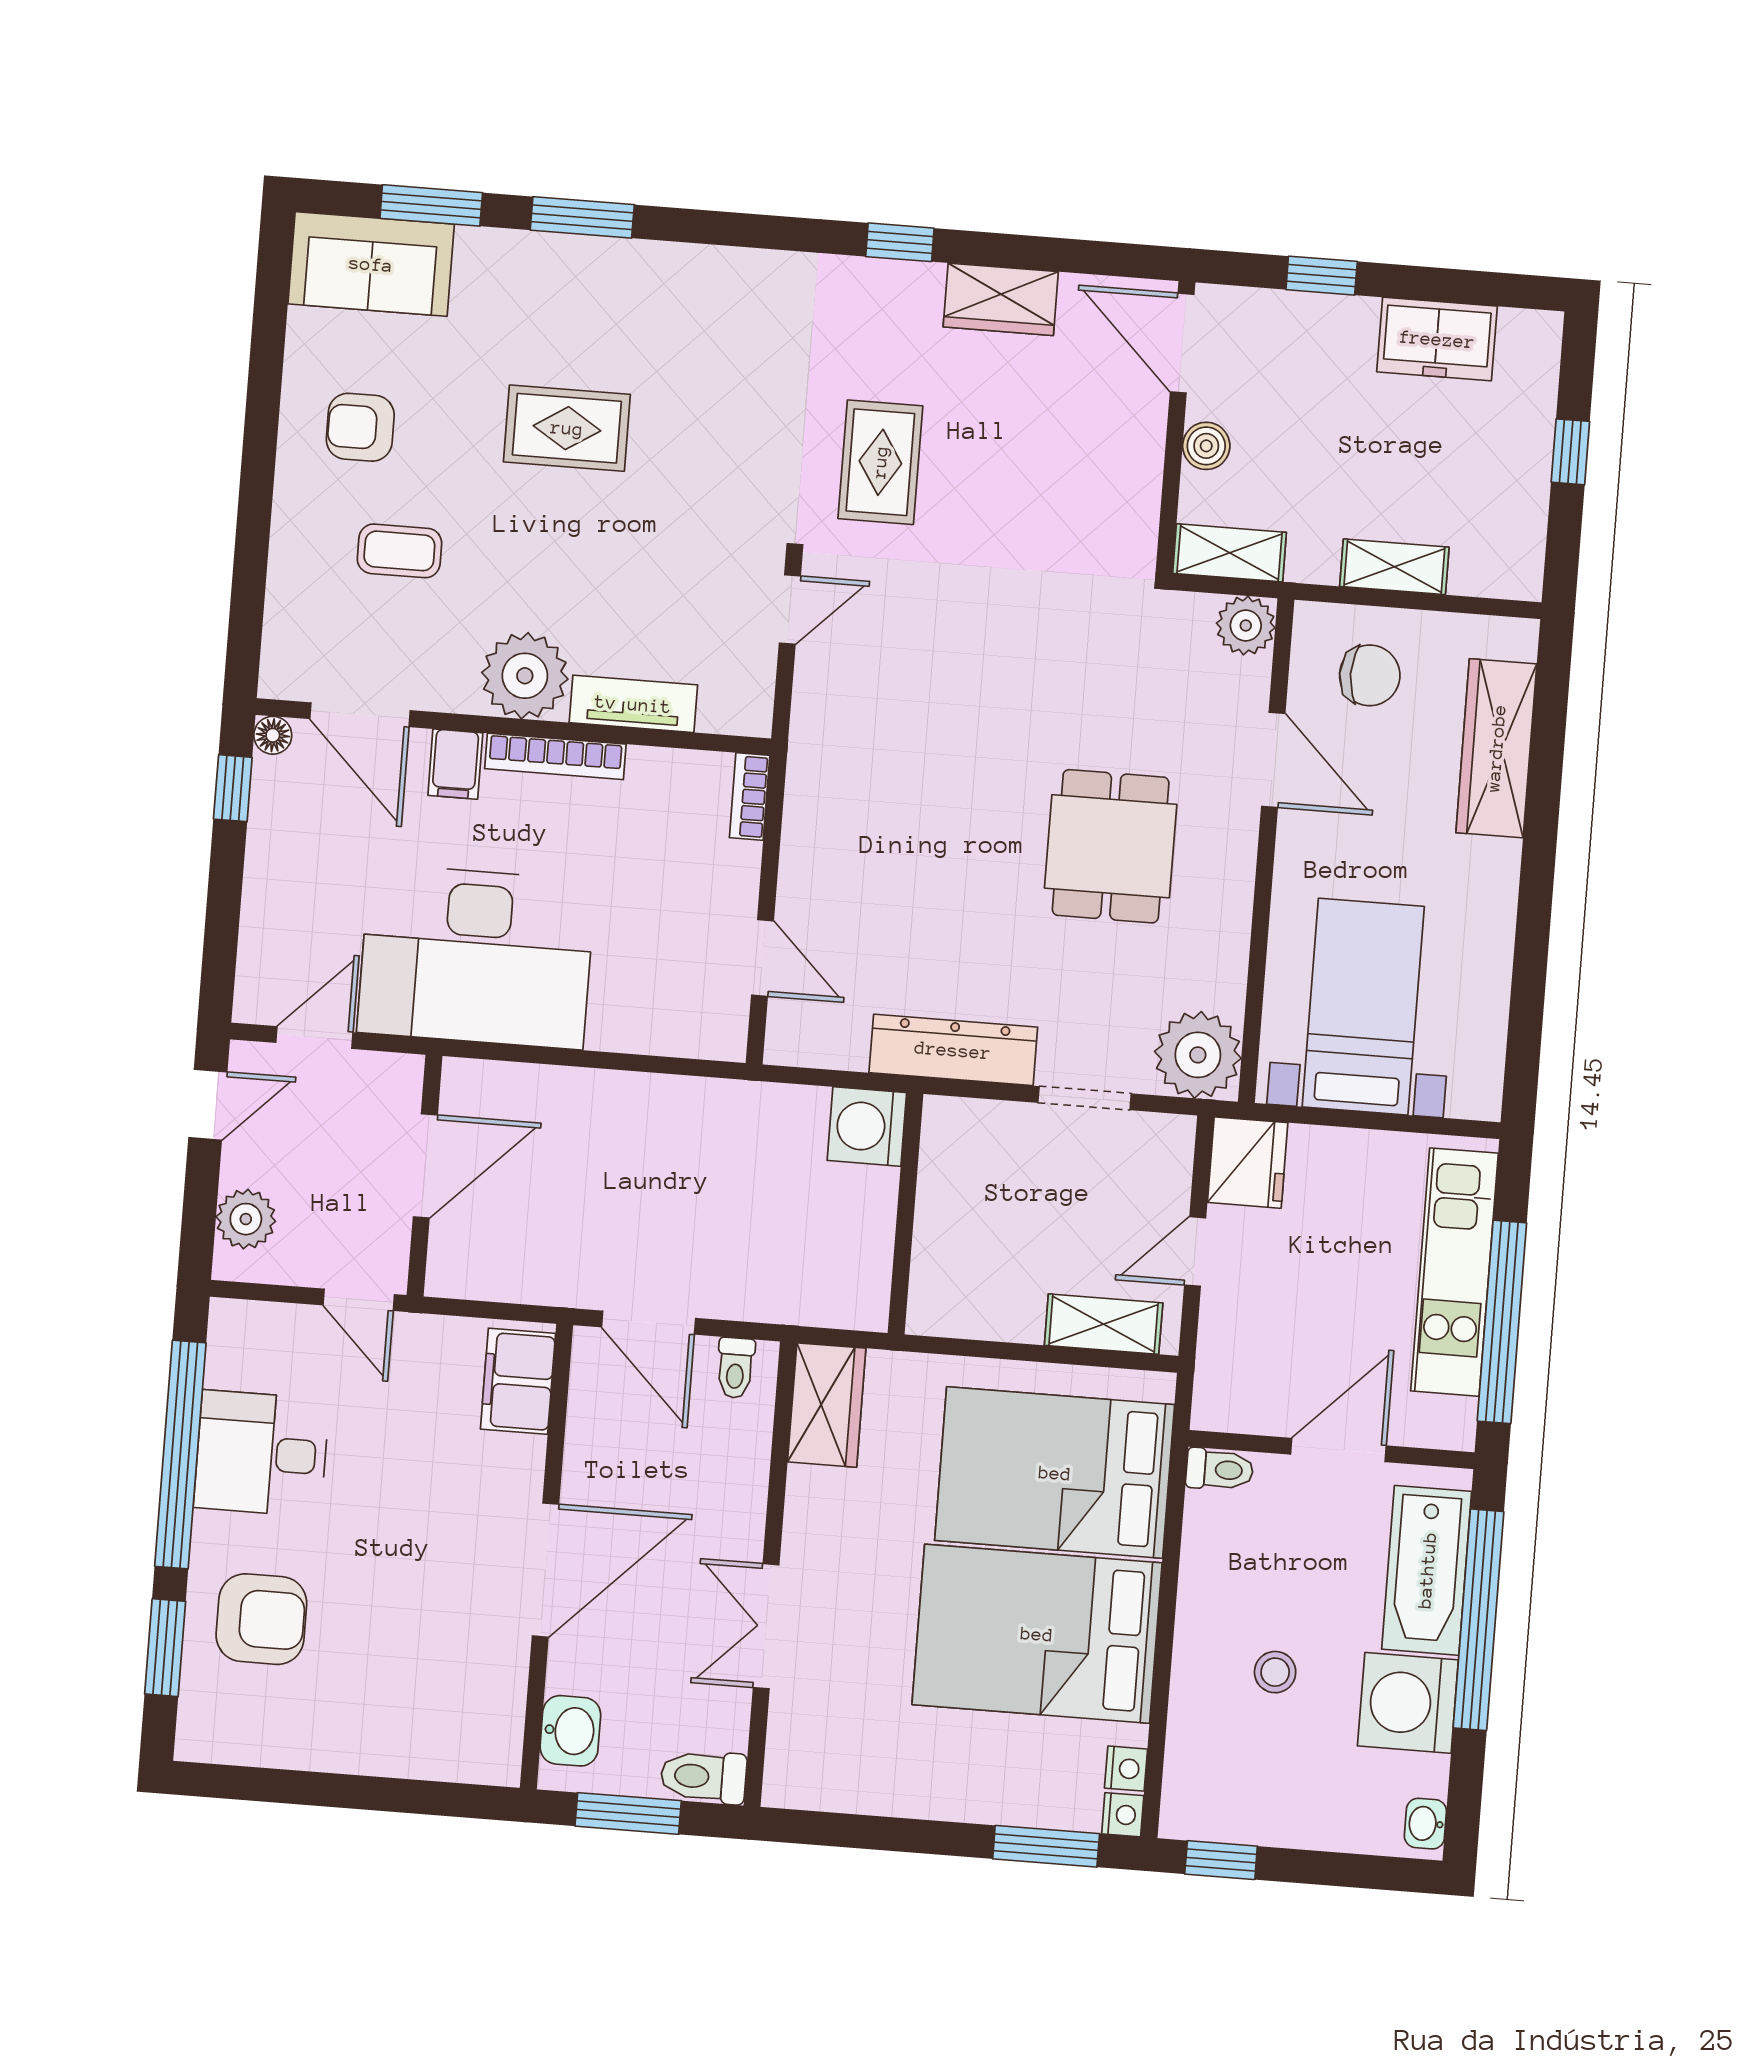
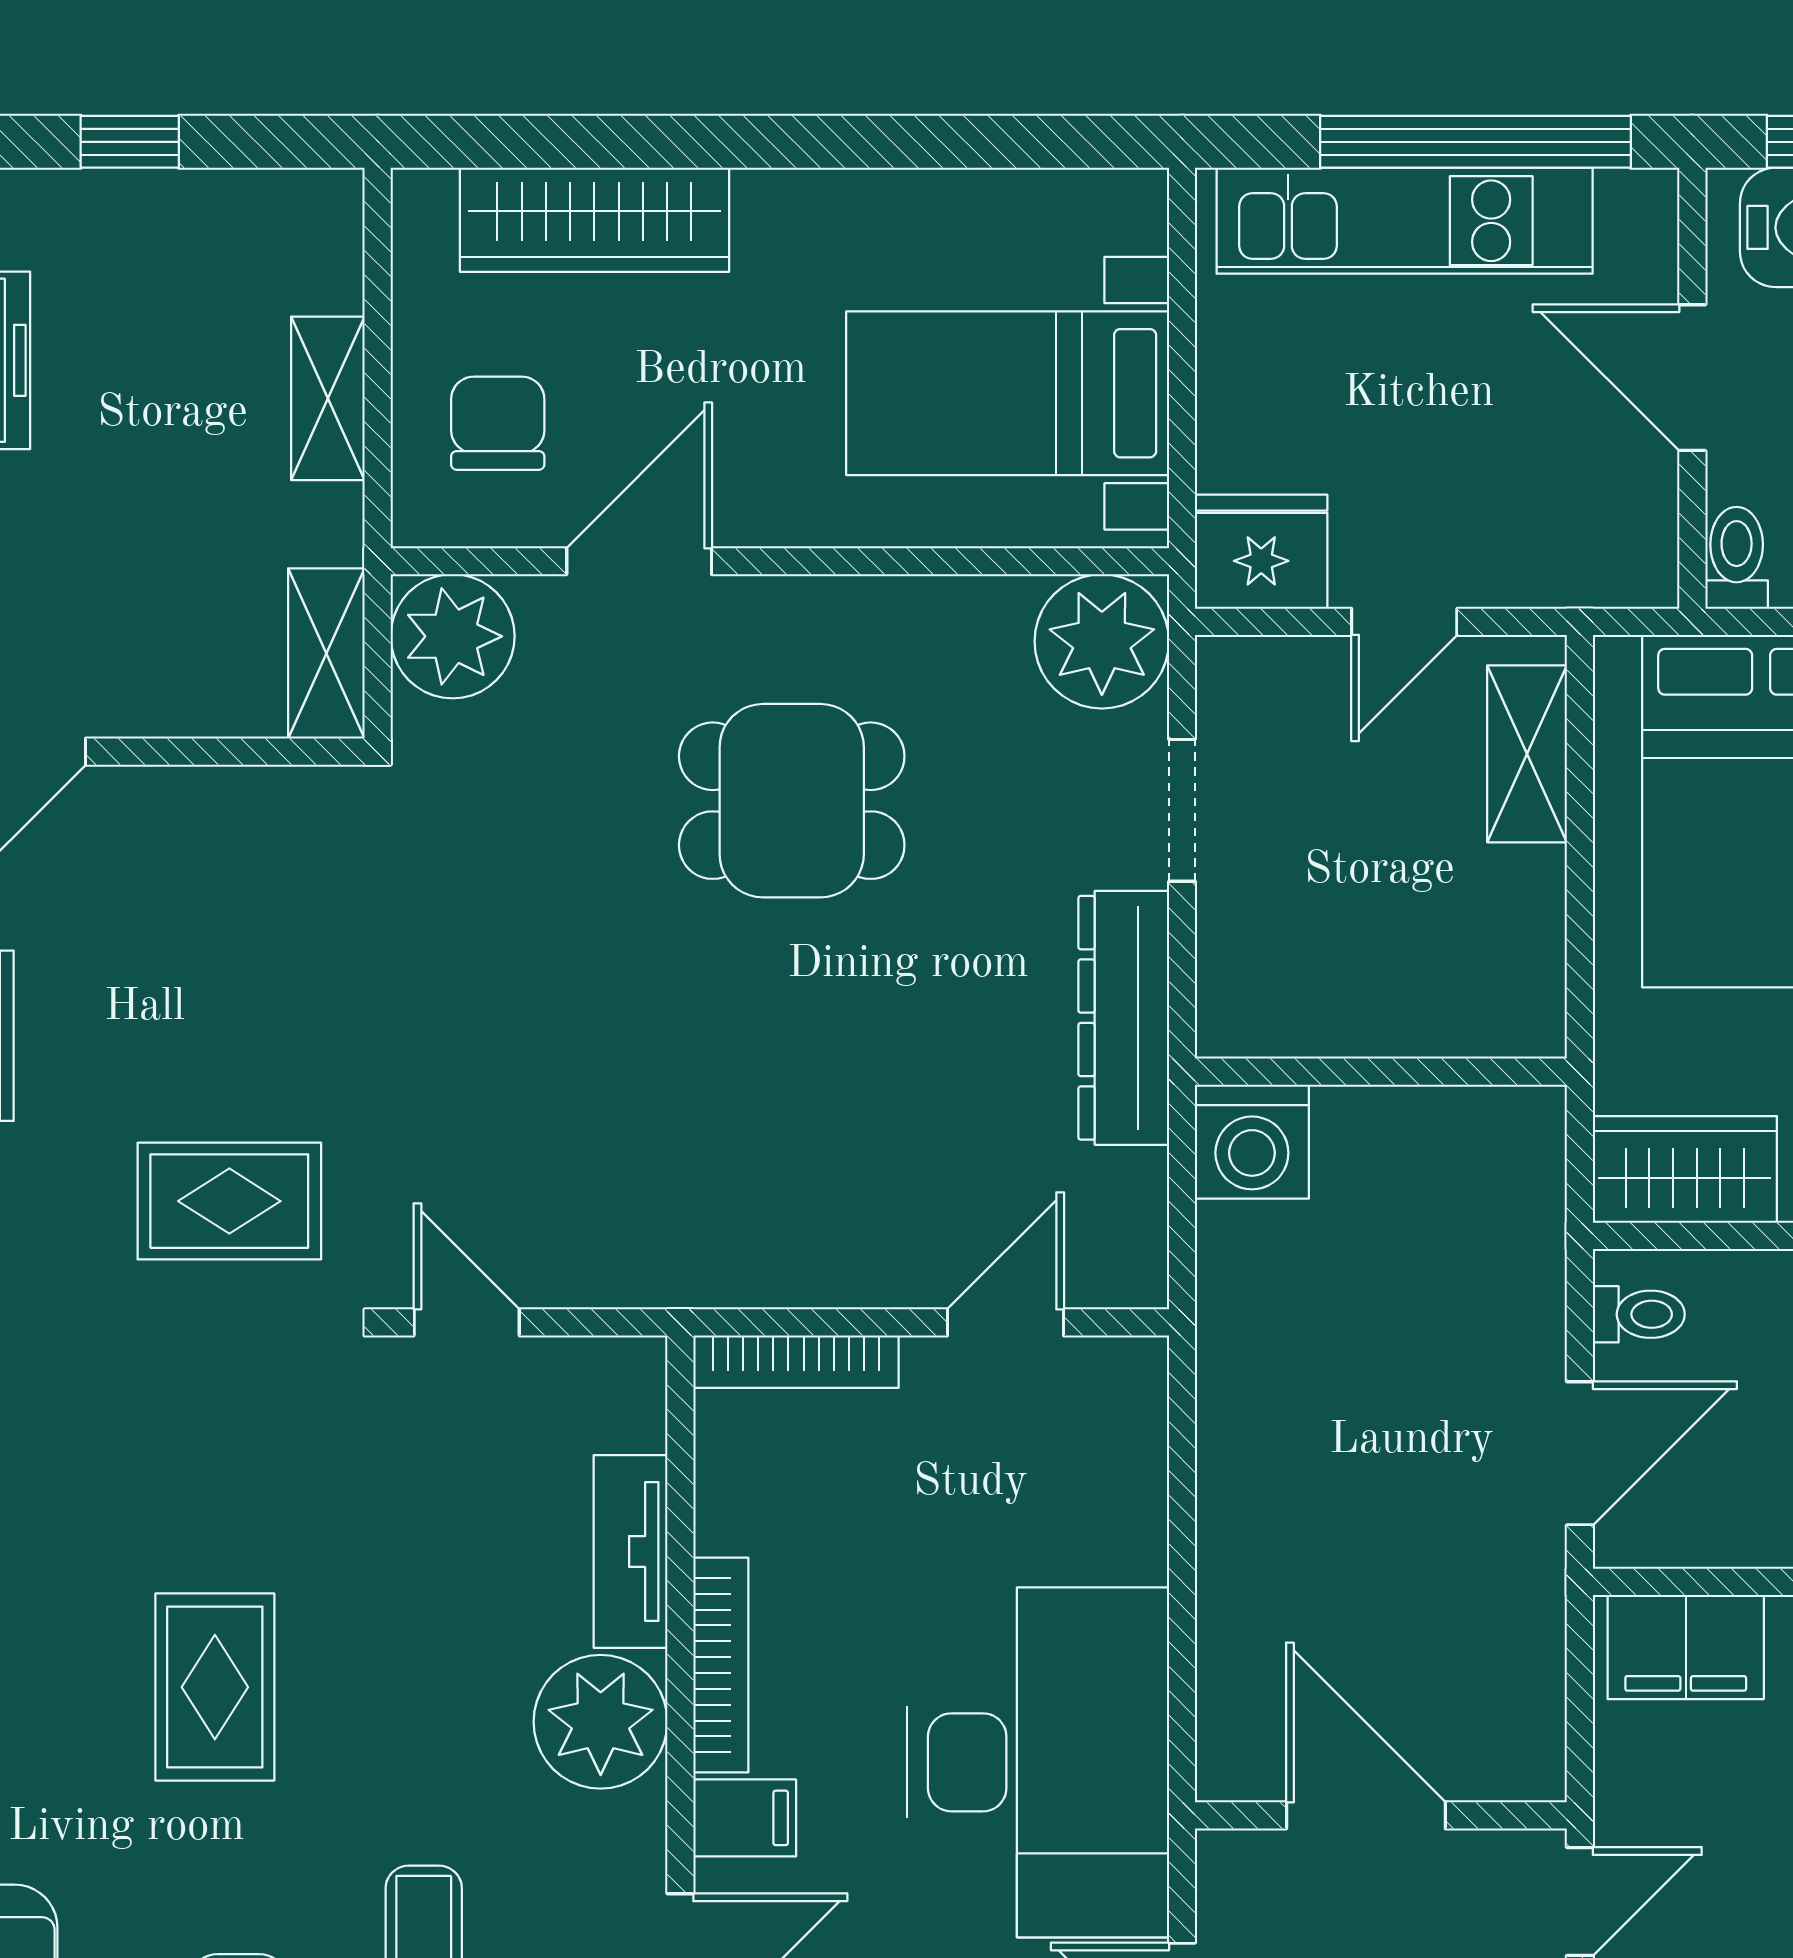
boiler: (1206, 446) -> (165, 702), removed
plant: (1246, 626) -> (453, 636), width x1.36, depth x1.36
bookcase: (750, 797) -> (796, 1362), width x1.56
door: (1195, 1251) -> (1404, 622), hinge flipped

